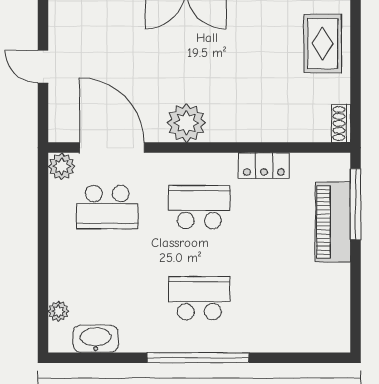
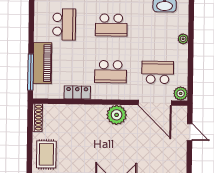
door: (43, 67) -> (190, 132), moved
shoe rack: (341, 123) -> (37, 118), width x1.43
school desk: (291, 298) -> (64, 24), added
plant: (58, 311) -> (183, 39), moved

